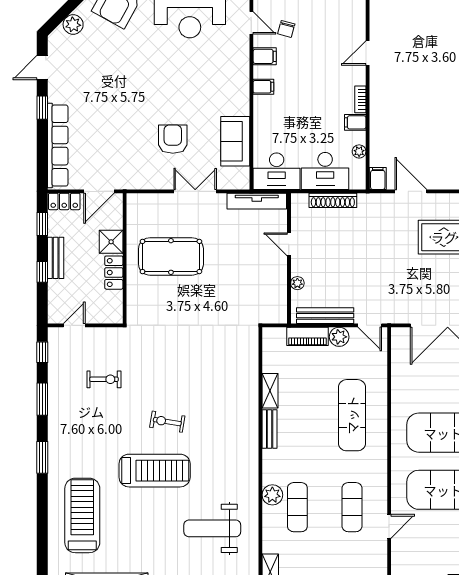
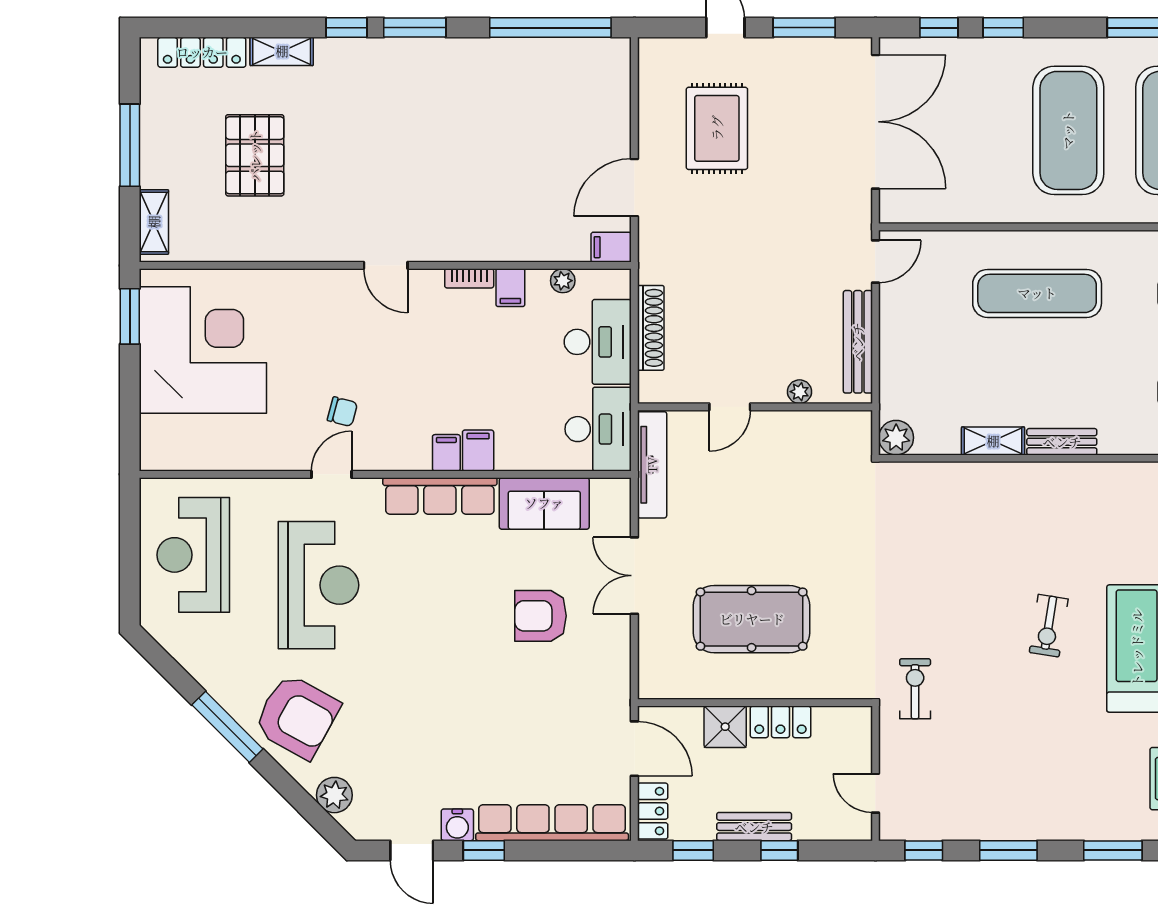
filing cabinet: (265, 56) -> (478, 451), moved
row of seats: (239, 83) -> (440, 496), added
water cooler: (57, 93) -> (457, 825), added
pool table: (171, 256) -> (752, 619), turned 90
piano: (307, 336) -> (895, 374), removed
plant: (339, 337) -> (896, 438), moved
exercise bike: (104, 379) -> (915, 689), moved

